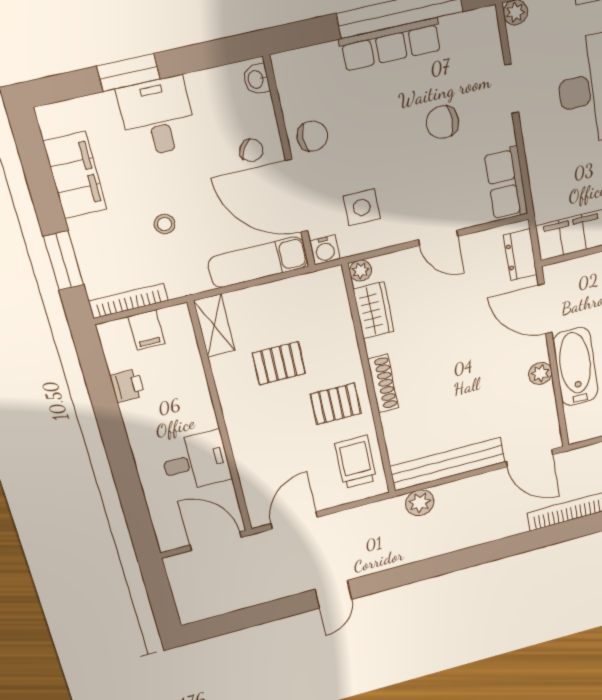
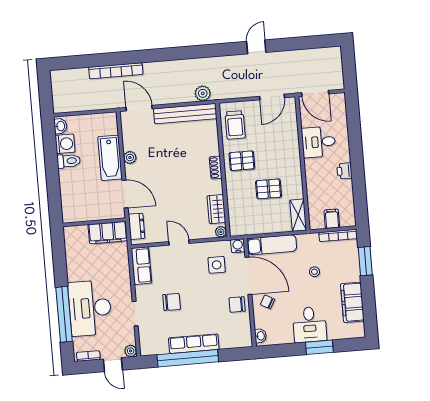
shoe rack: (383, 383) -> (216, 168), width x0.70
printer: (127, 386) -> (344, 171), moved

